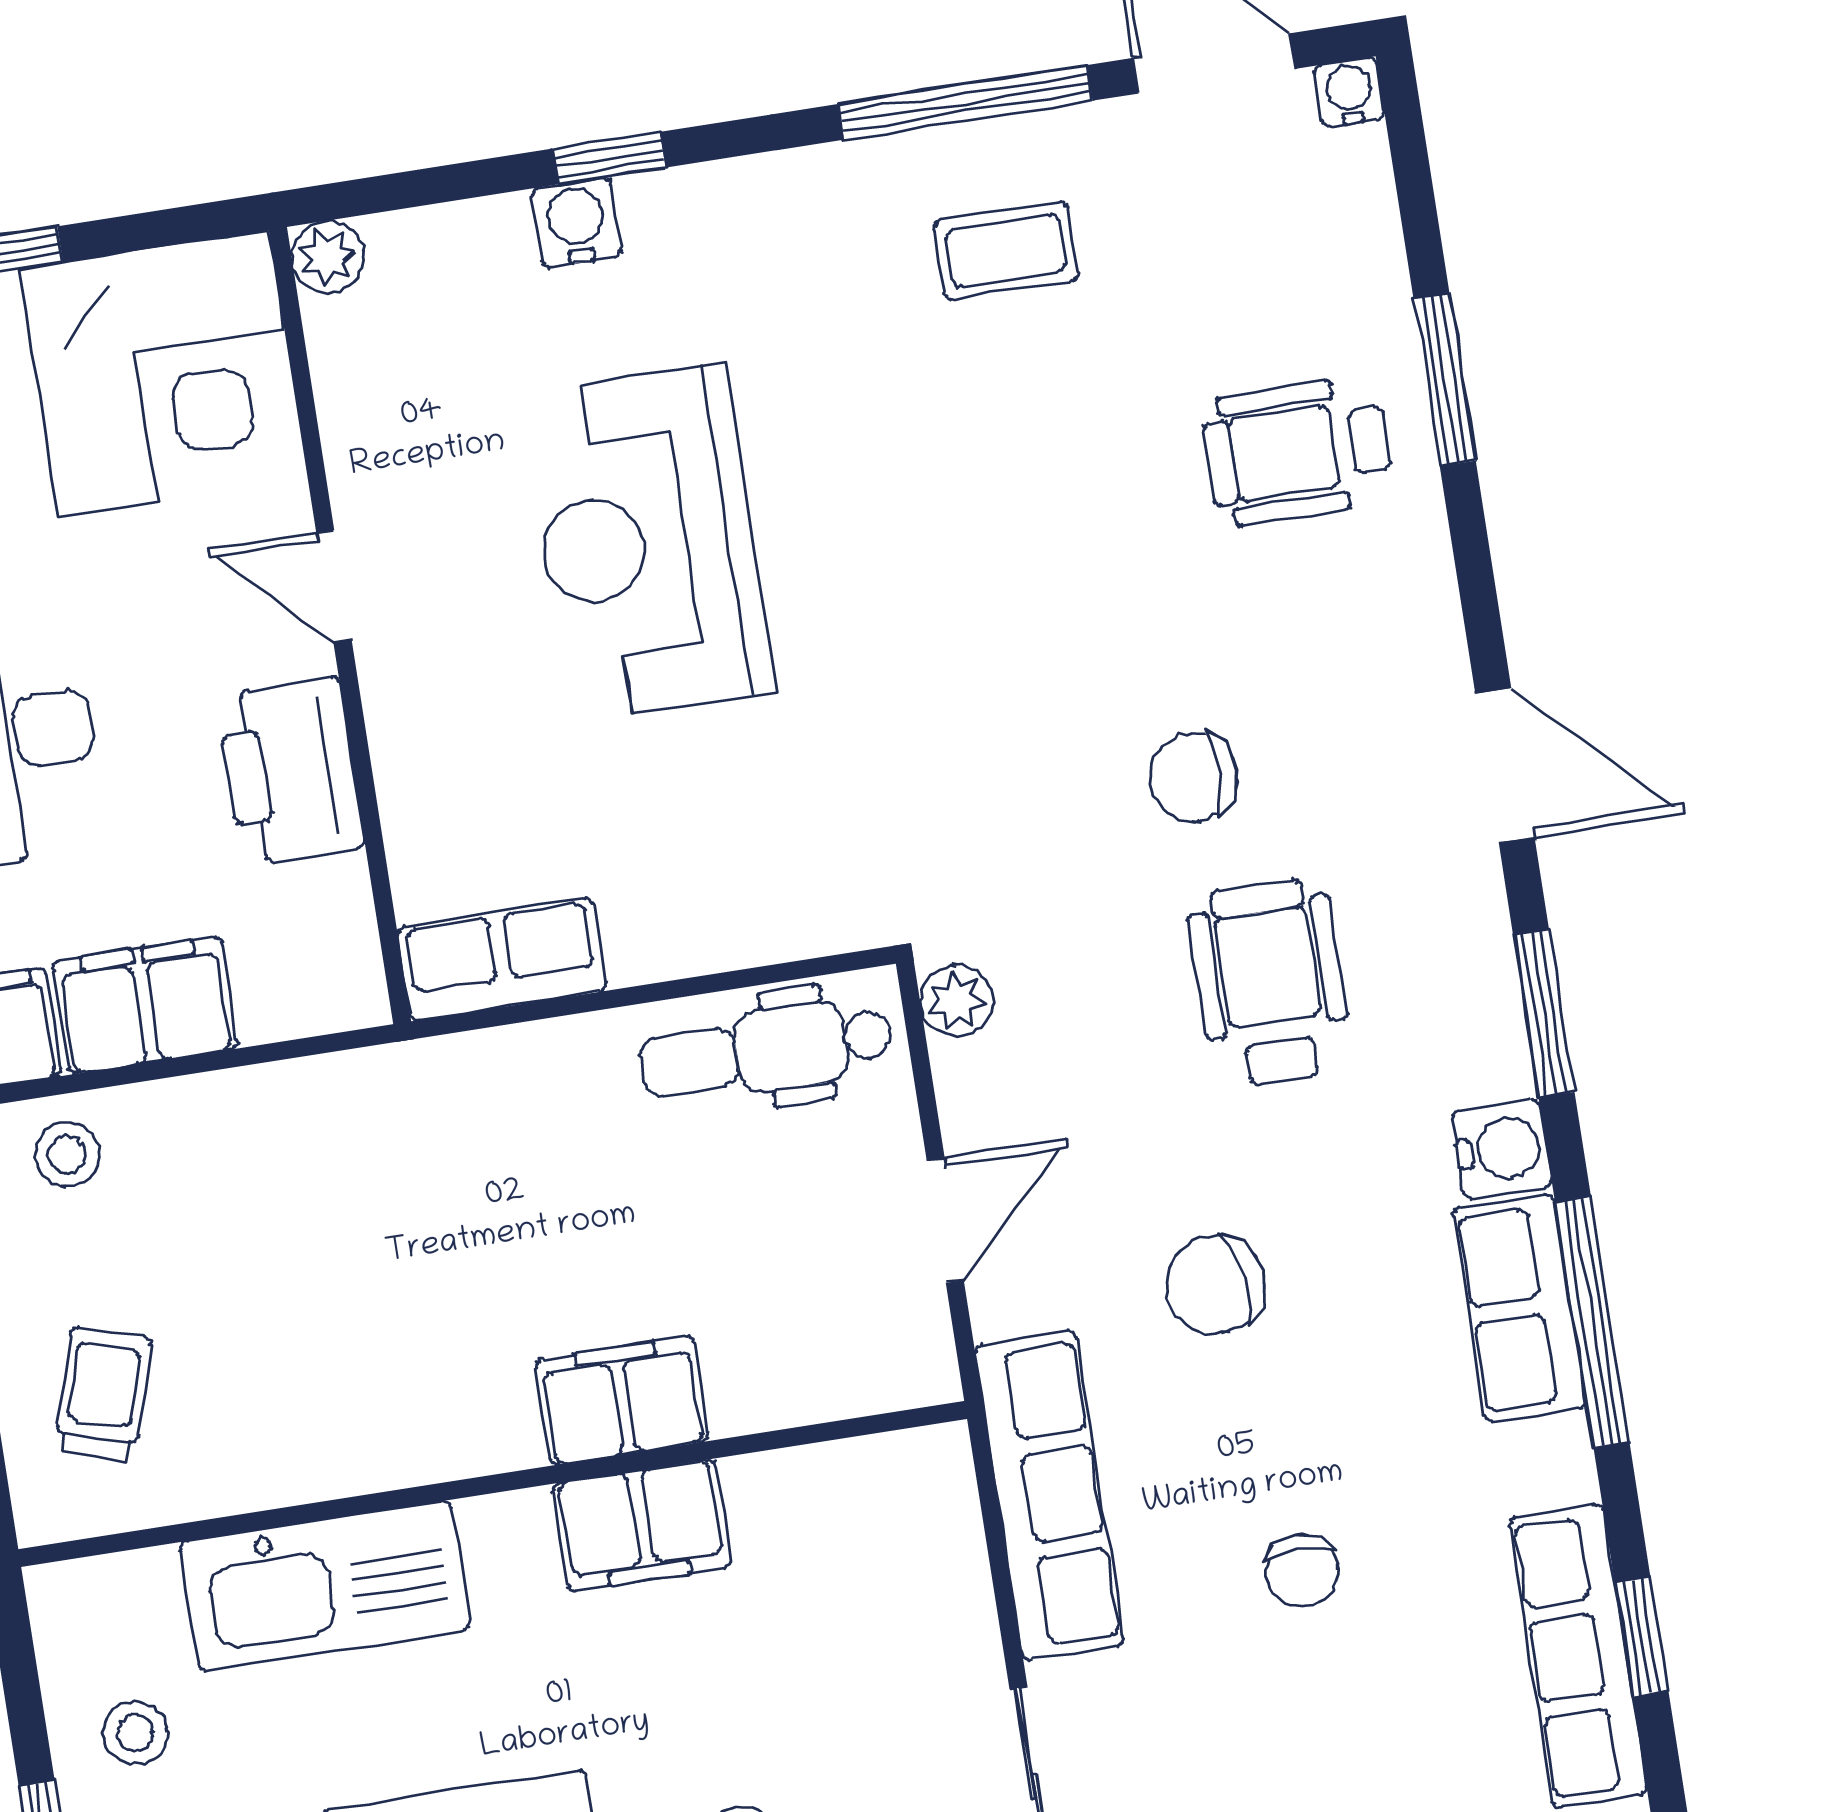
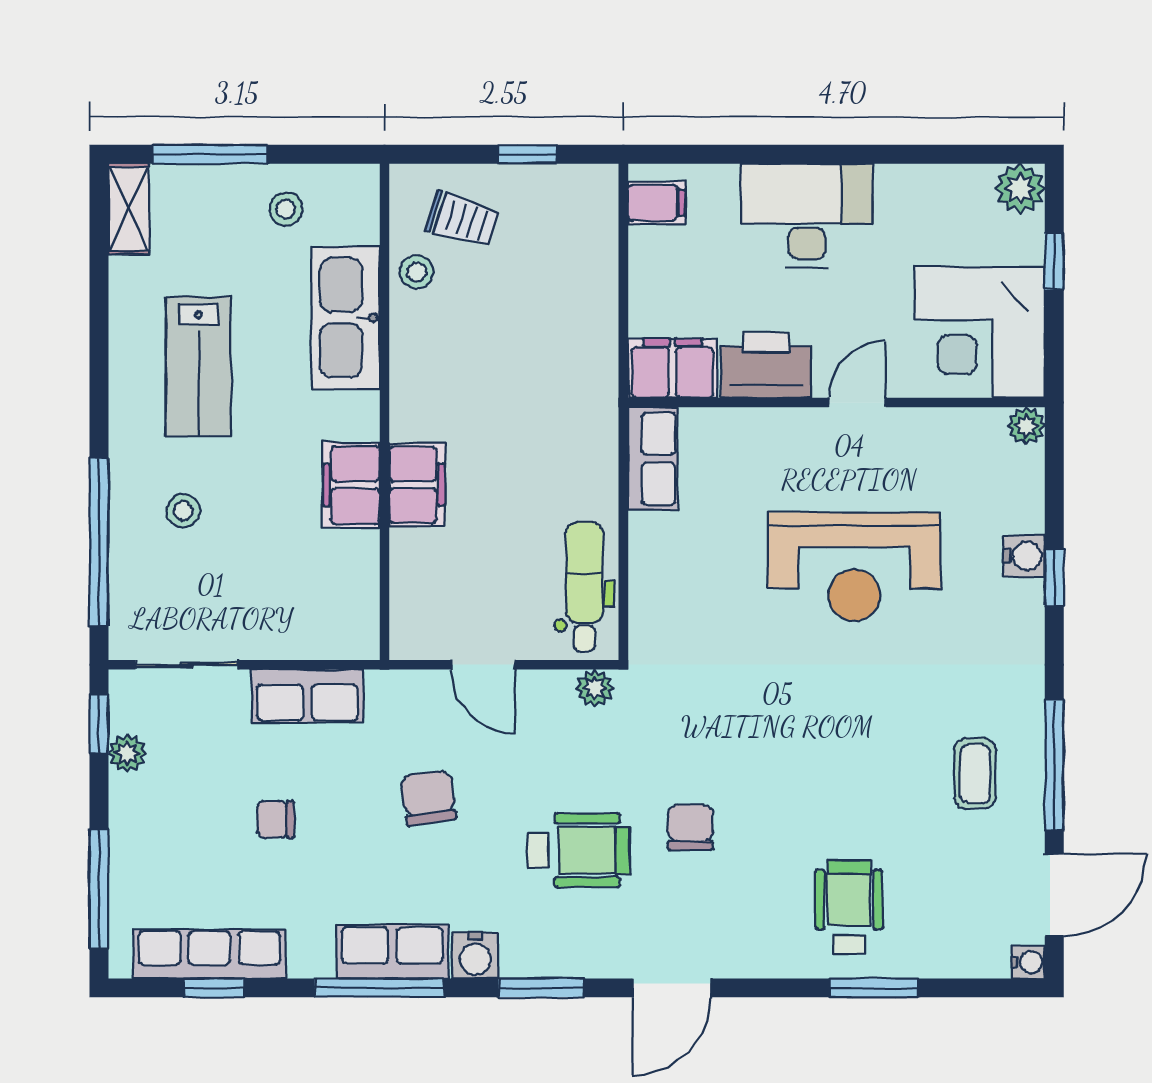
reception desk: (648, 543) -> (854, 567), turned 180
filing cabinet: (145, 1005) -> (672, 368), moved, turned -90
stool: (67, 1155) -> (417, 272), moved
row of seats: (1050, 1495) -> (307, 696), width x0.68

